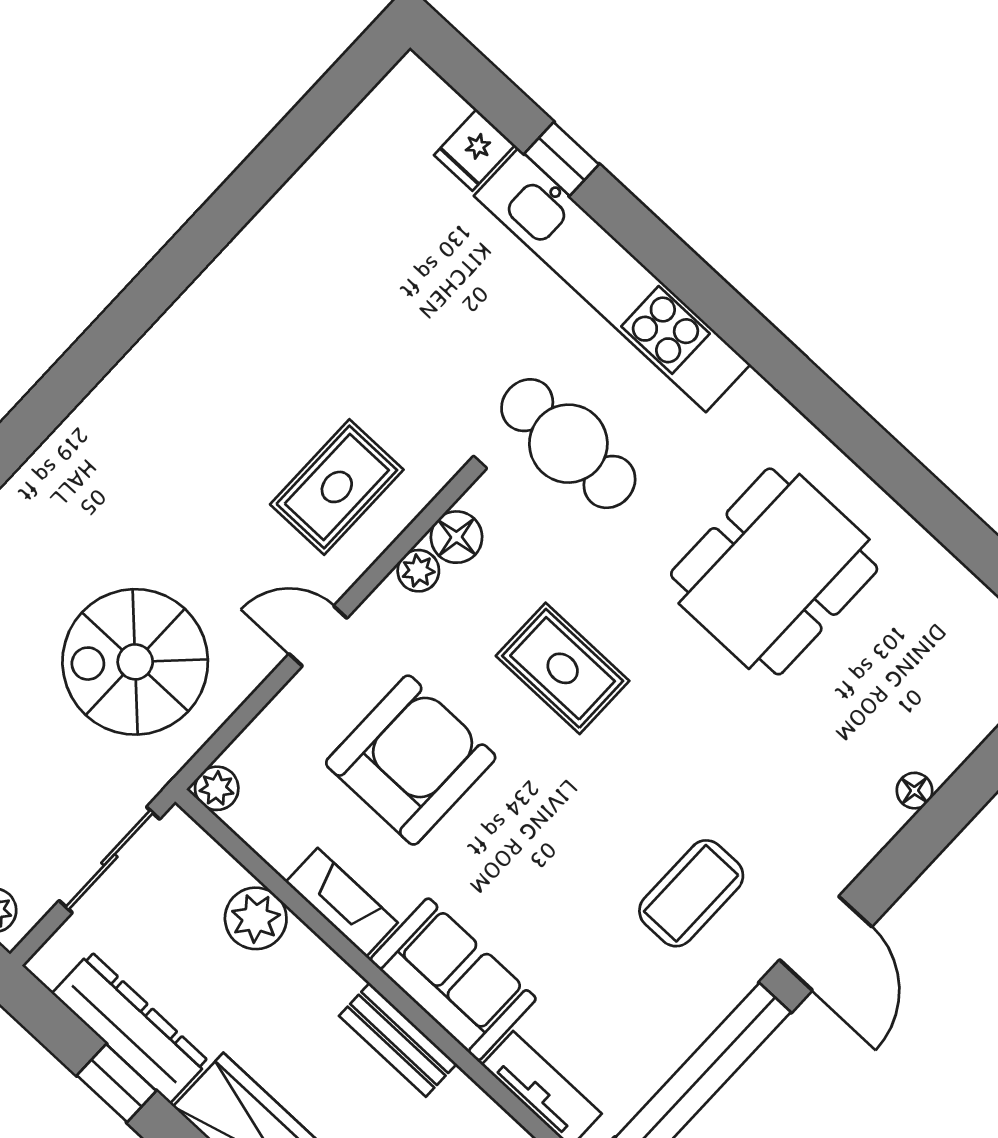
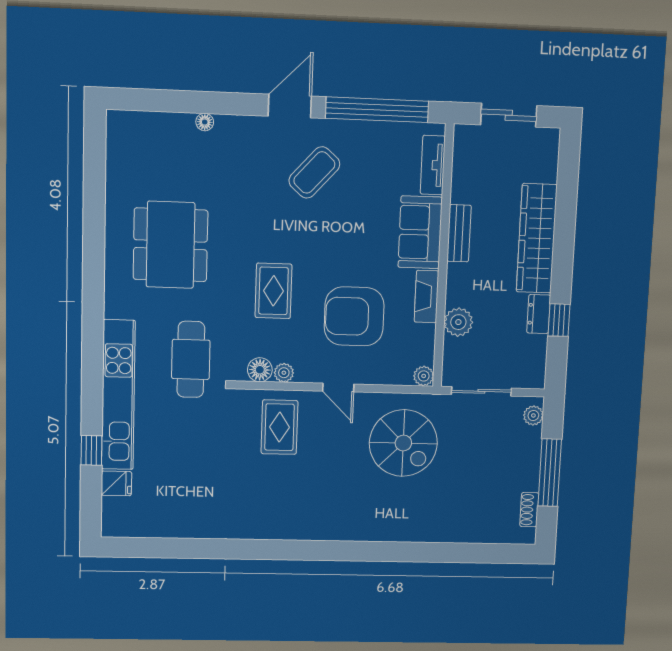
rug: (337, 487) -> (279, 427), turned 90
dining table: (774, 571) -> (170, 245), turned 90
coffee table: (691, 893) -> (314, 172), turned -48
dresser: (130, 1027) -> (539, 314), width x0.51, depth x0.80

